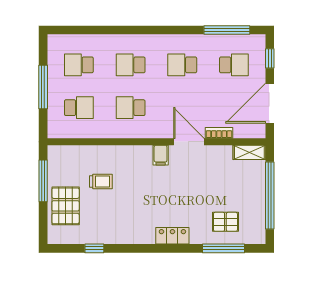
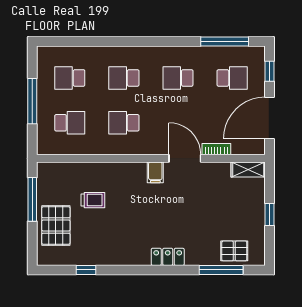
window: (270, 195) -> (270, 215), width x0.32
pallet: (225, 222) -> (234, 251), moved

